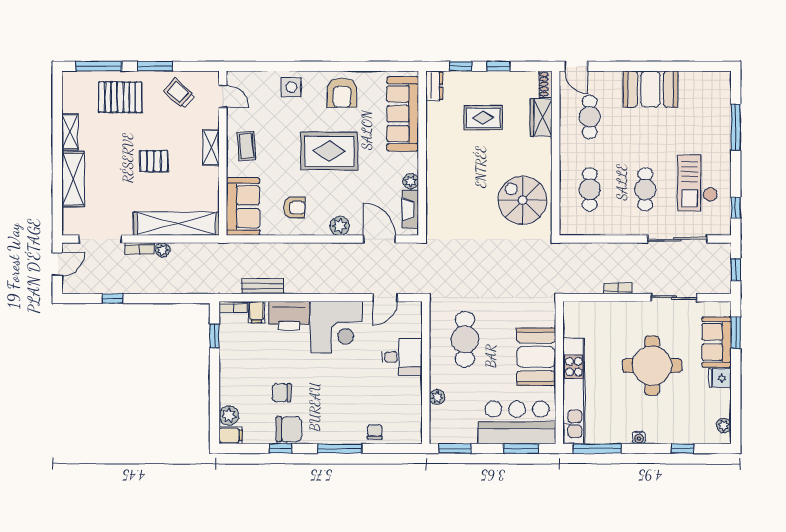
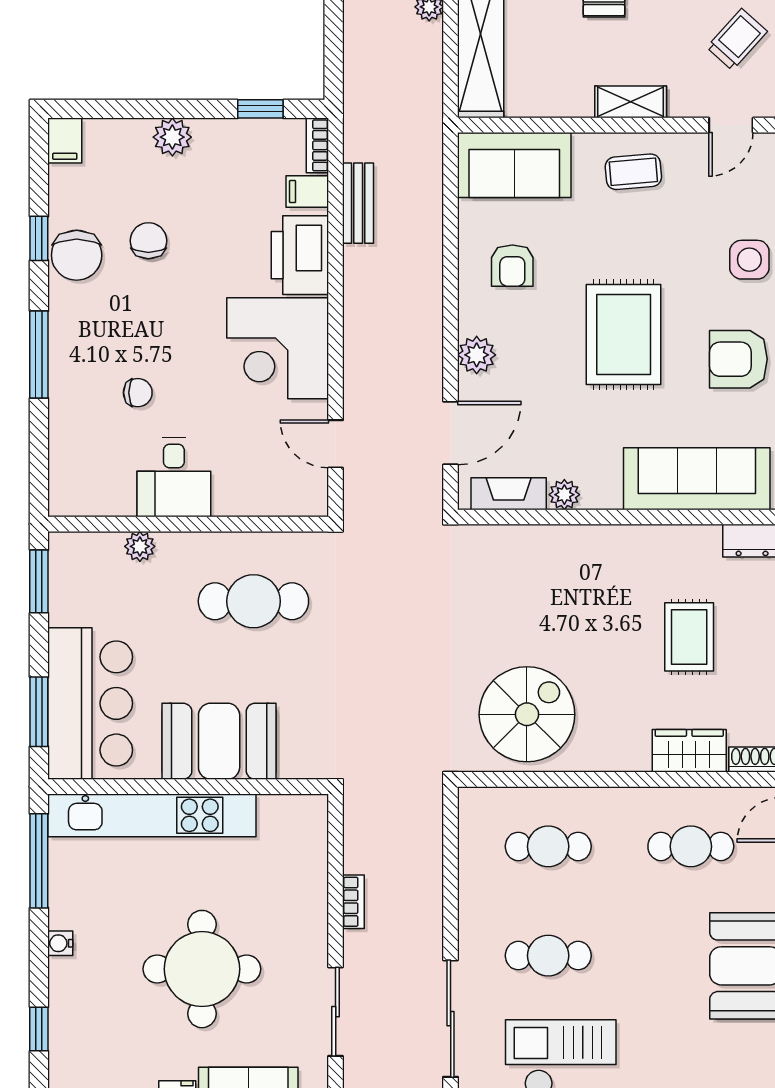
desk: (402, 357) -> (174, 477), moved
plant: (229, 416) -> (172, 137), moved
chair: (375, 432) -> (138, 393), moved

